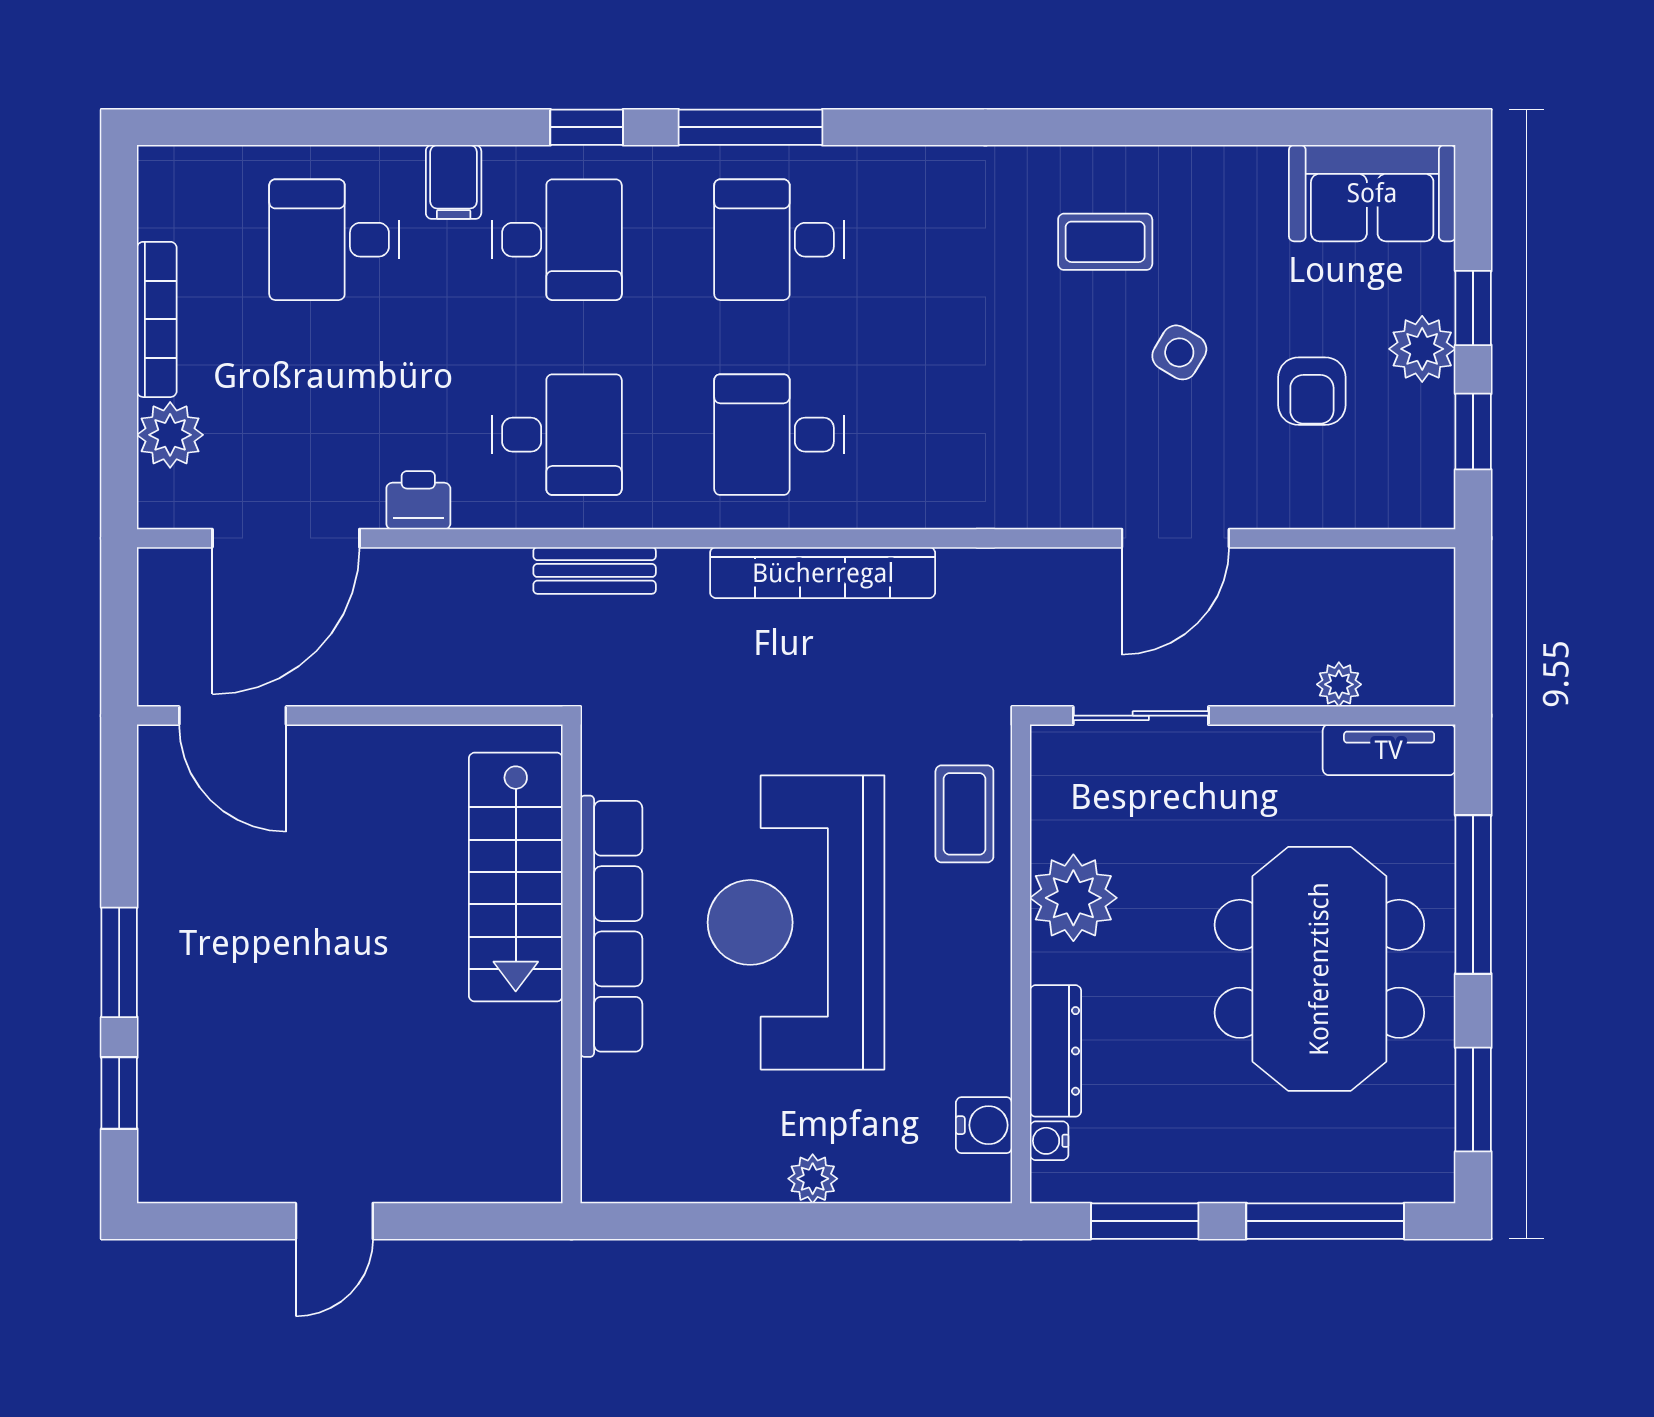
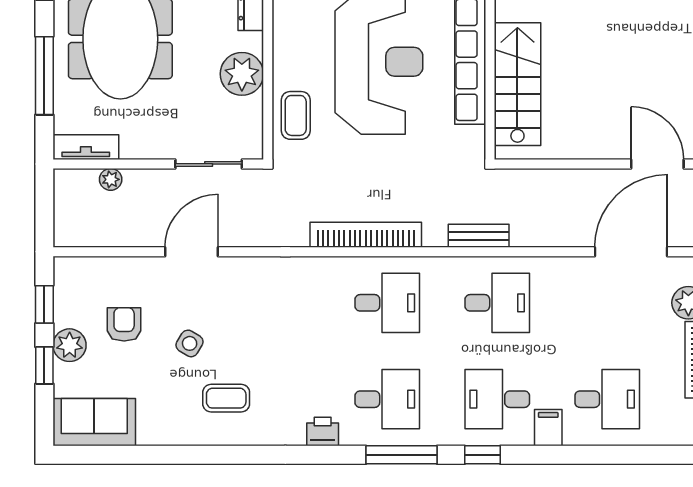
desk: (557, 435) -> (497, 303), turned 180
printer: (418, 500) -> (323, 432), moved, turned 180

